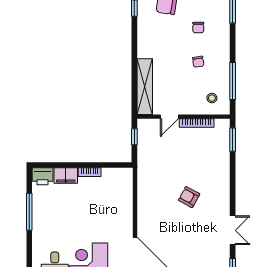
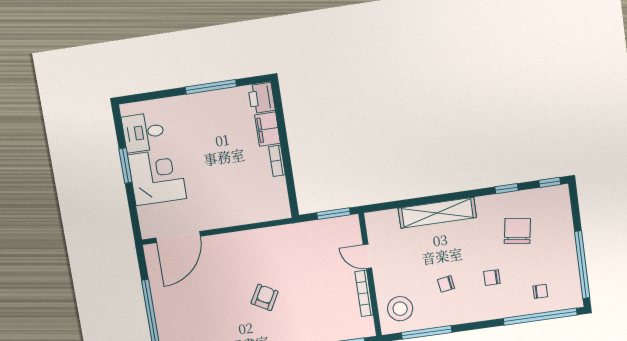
shelving: (145, 87) -> (437, 213), moved
stool: (212, 98) -> (400, 309), width x1.89, depth x1.89
window: (134, 137) -> (334, 214), width x1.50

